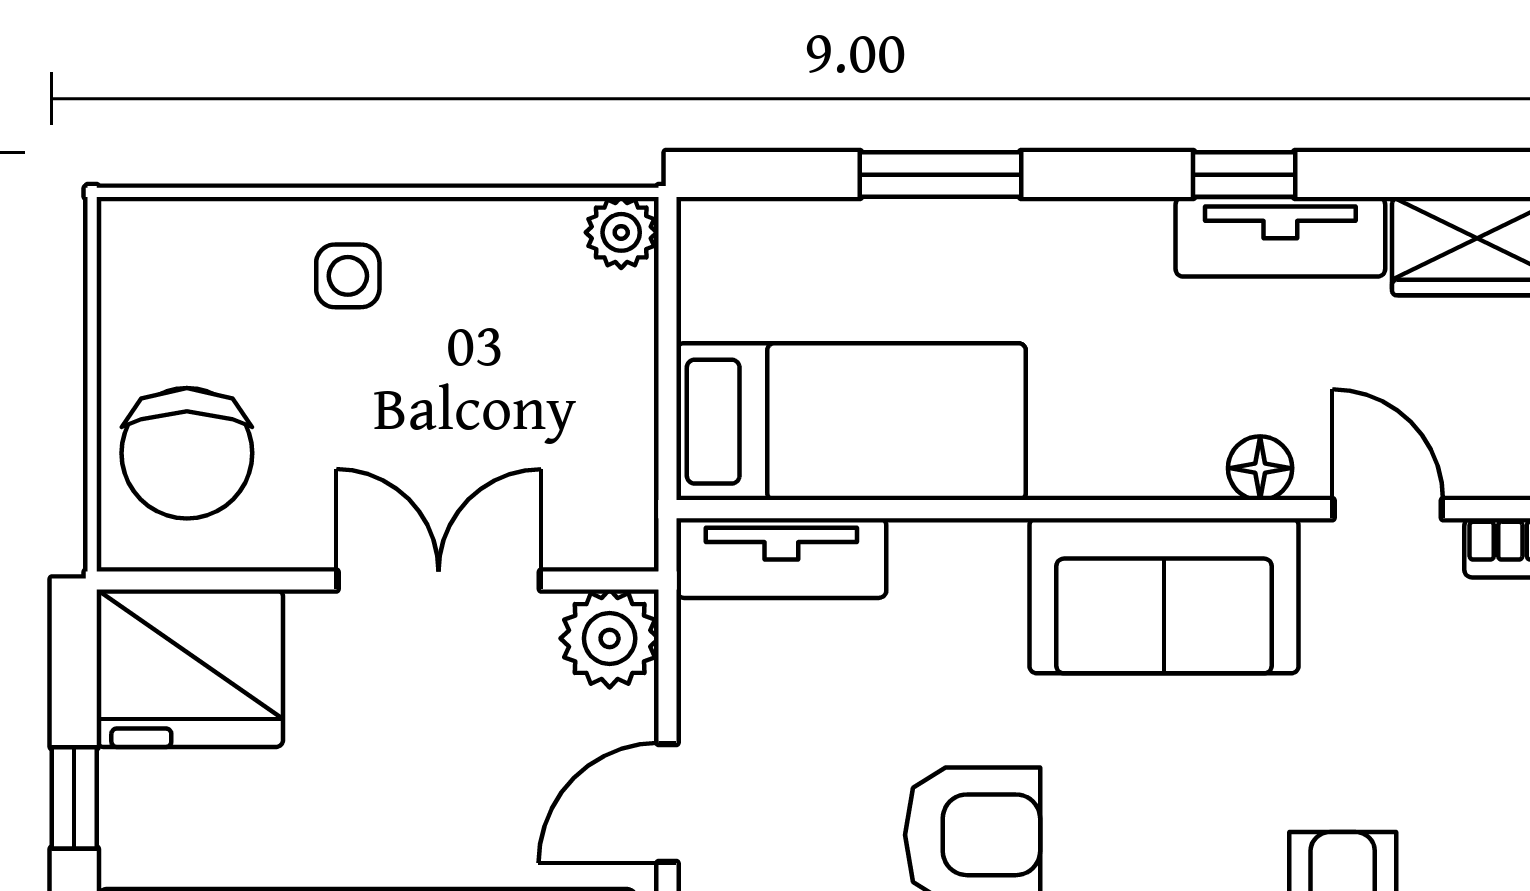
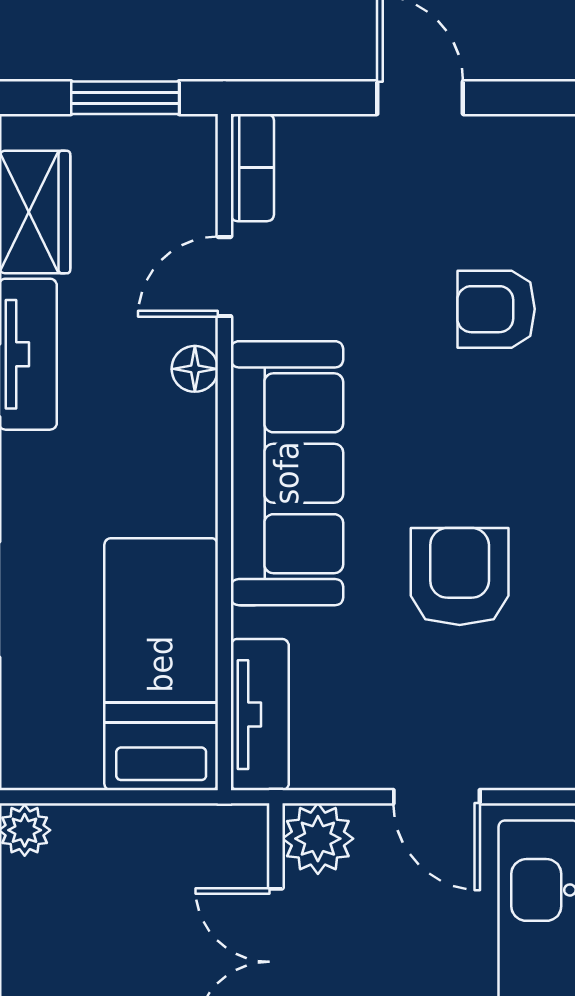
sofa: (1164, 596) -> (287, 473), width x1.36

